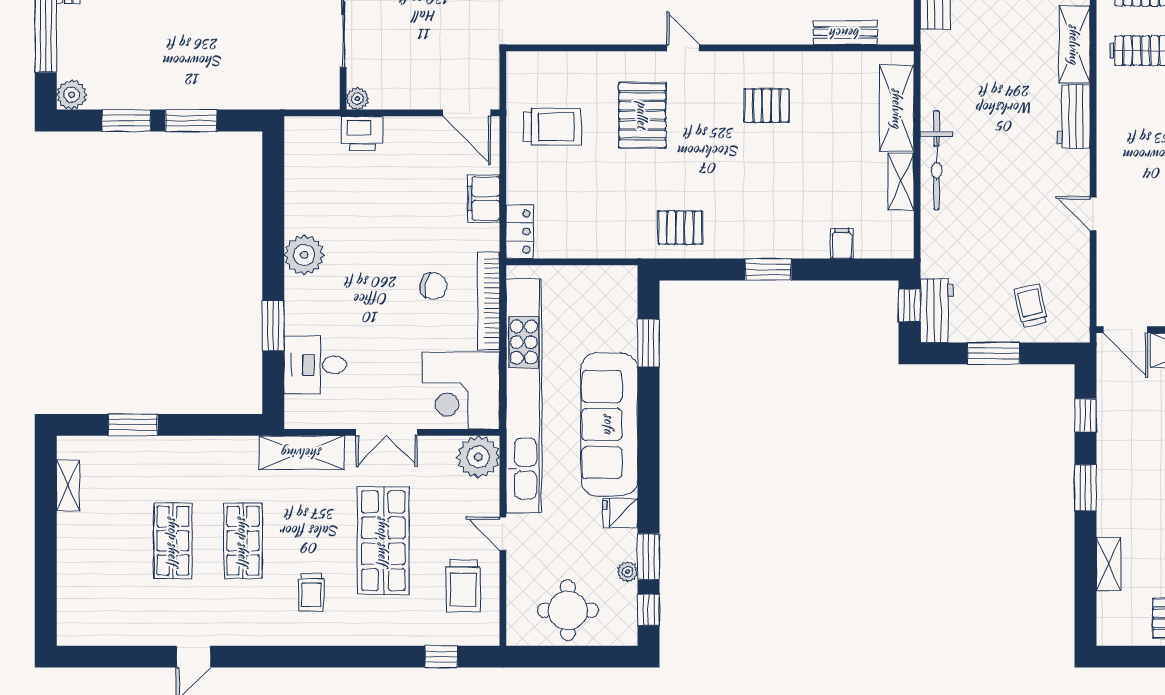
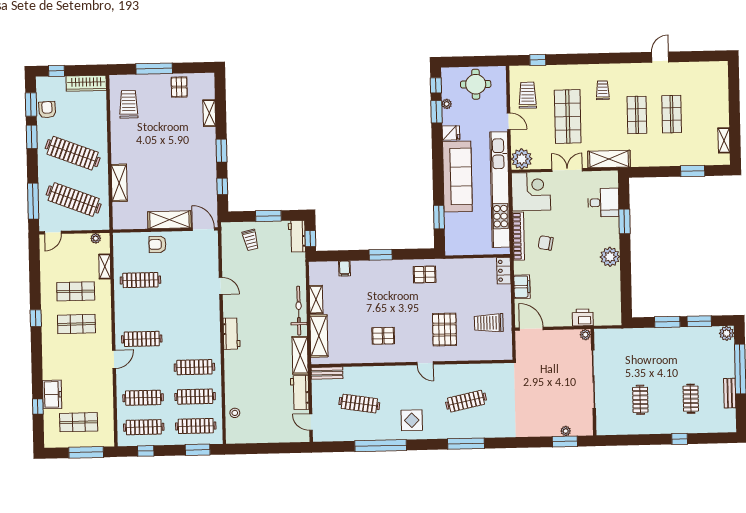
bench: (845, 33) -> (327, 373), moved
shelving: (1074, 44) -> (300, 355), moved

